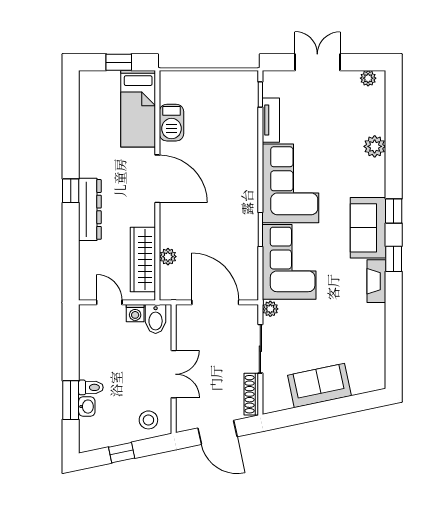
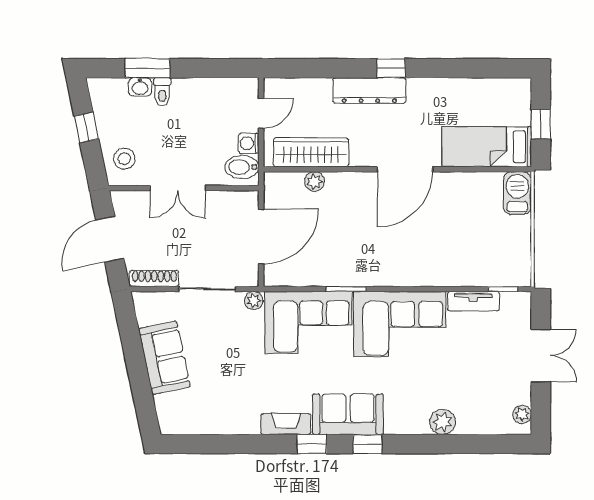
barbecue: (171, 123) -> (517, 193), moved, turned 90

